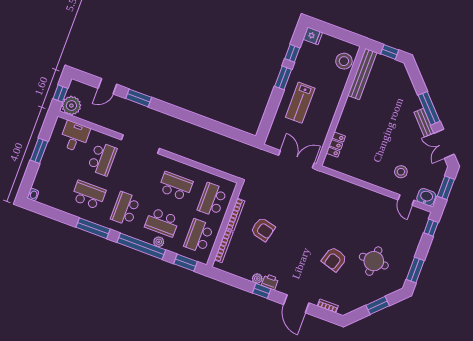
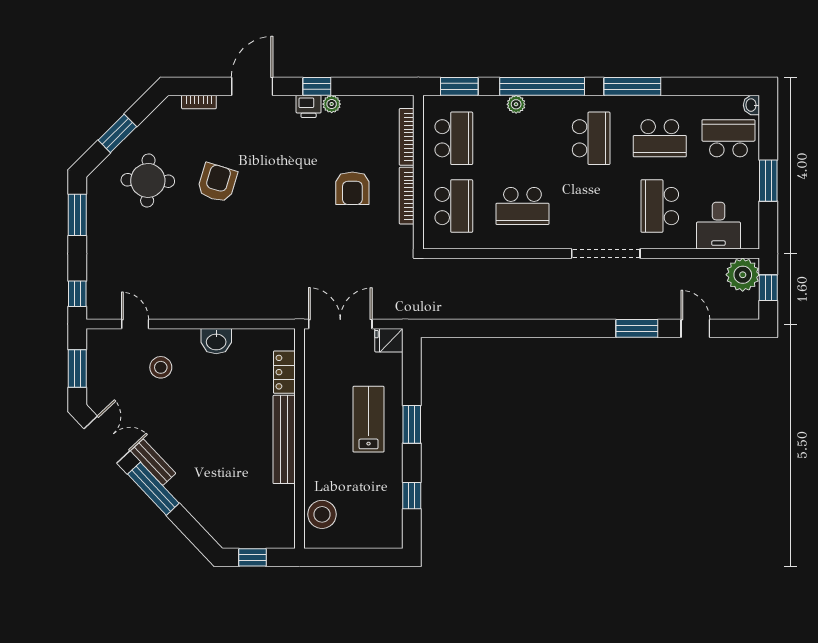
fridge: (313, 36) -> (389, 340), moved
bench: (362, 74) -> (284, 439), moved
window: (283, 78) -> (412, 424), moved
door: (107, 86) -> (695, 328), hinge flipped
double door: (296, 159) -> (340, 324), swing flipped
washbasin: (426, 197) -> (216, 341), moved
school desk: (162, 222) -> (728, 138), moved
armchair: (263, 229) -> (352, 188), turned -104
round table: (374, 261) -> (148, 180), moved
door: (296, 304) -> (252, 86), hinge flipped

